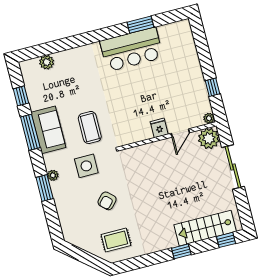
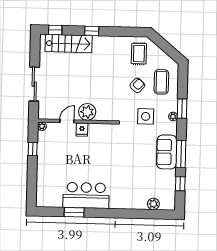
coffee table: (90, 127) -> (161, 82), moved
plant: (209, 139) -> (87, 112), moved
rug: (116, 240) -> (139, 54), turned 90

